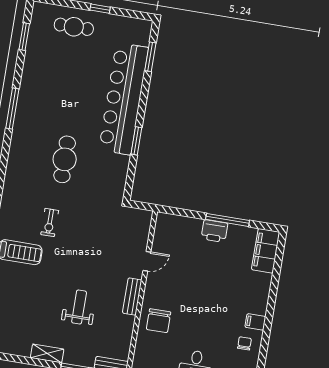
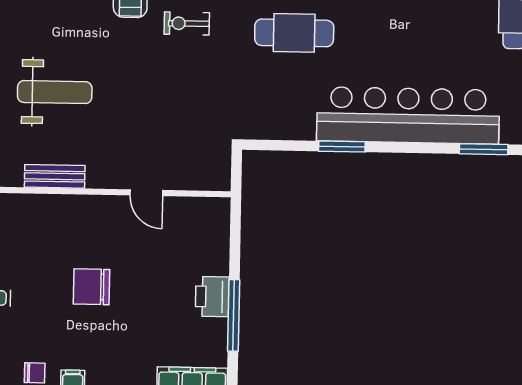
bench: (132, 297) -> (55, 176), moved
weight bench: (79, 307) -> (55, 92), width x1.36, depth x1.33
chair: (159, 321) -> (92, 287), moved

